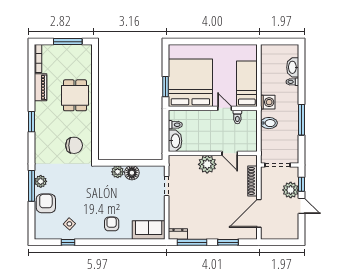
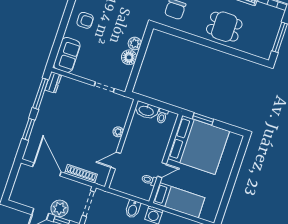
plant: (207, 164) -> (118, 132), width x0.53, depth x0.53

